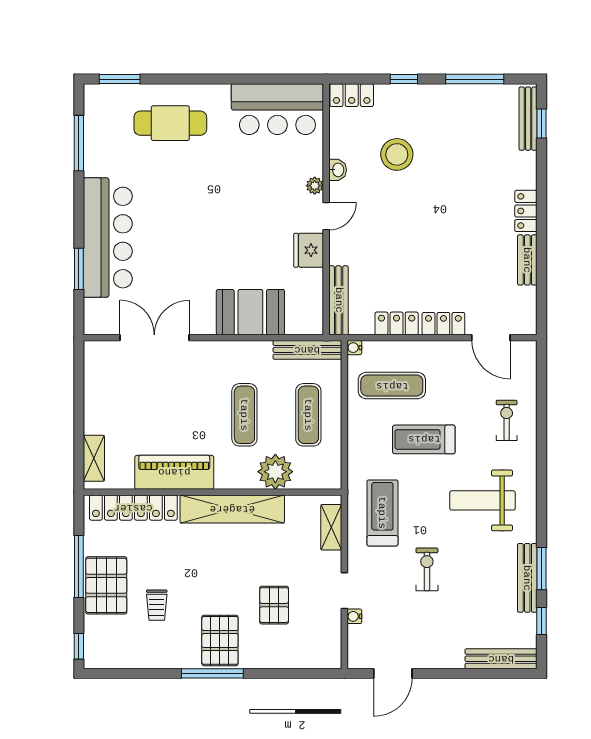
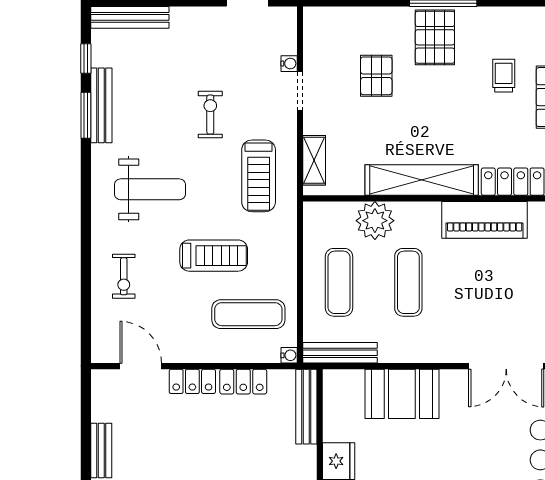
exercise bike: (427, 569) -> (210, 115), turned 180

